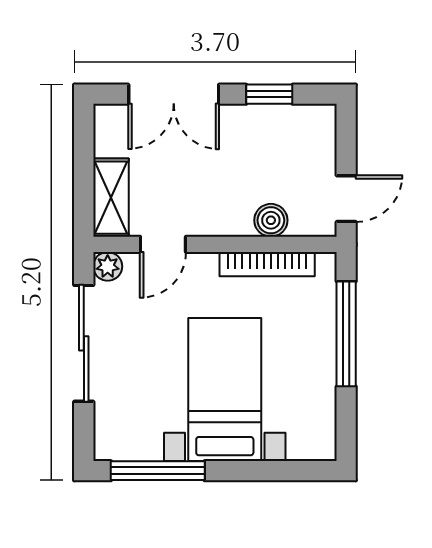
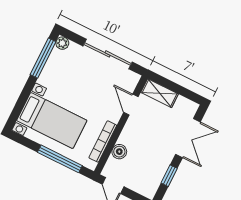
double door: (174, 94) -> (188, 138), swing flipped
plant: (108, 266) -> (62, 43), moved
bed with nightstands: (225, 390) -> (52, 121), moved

